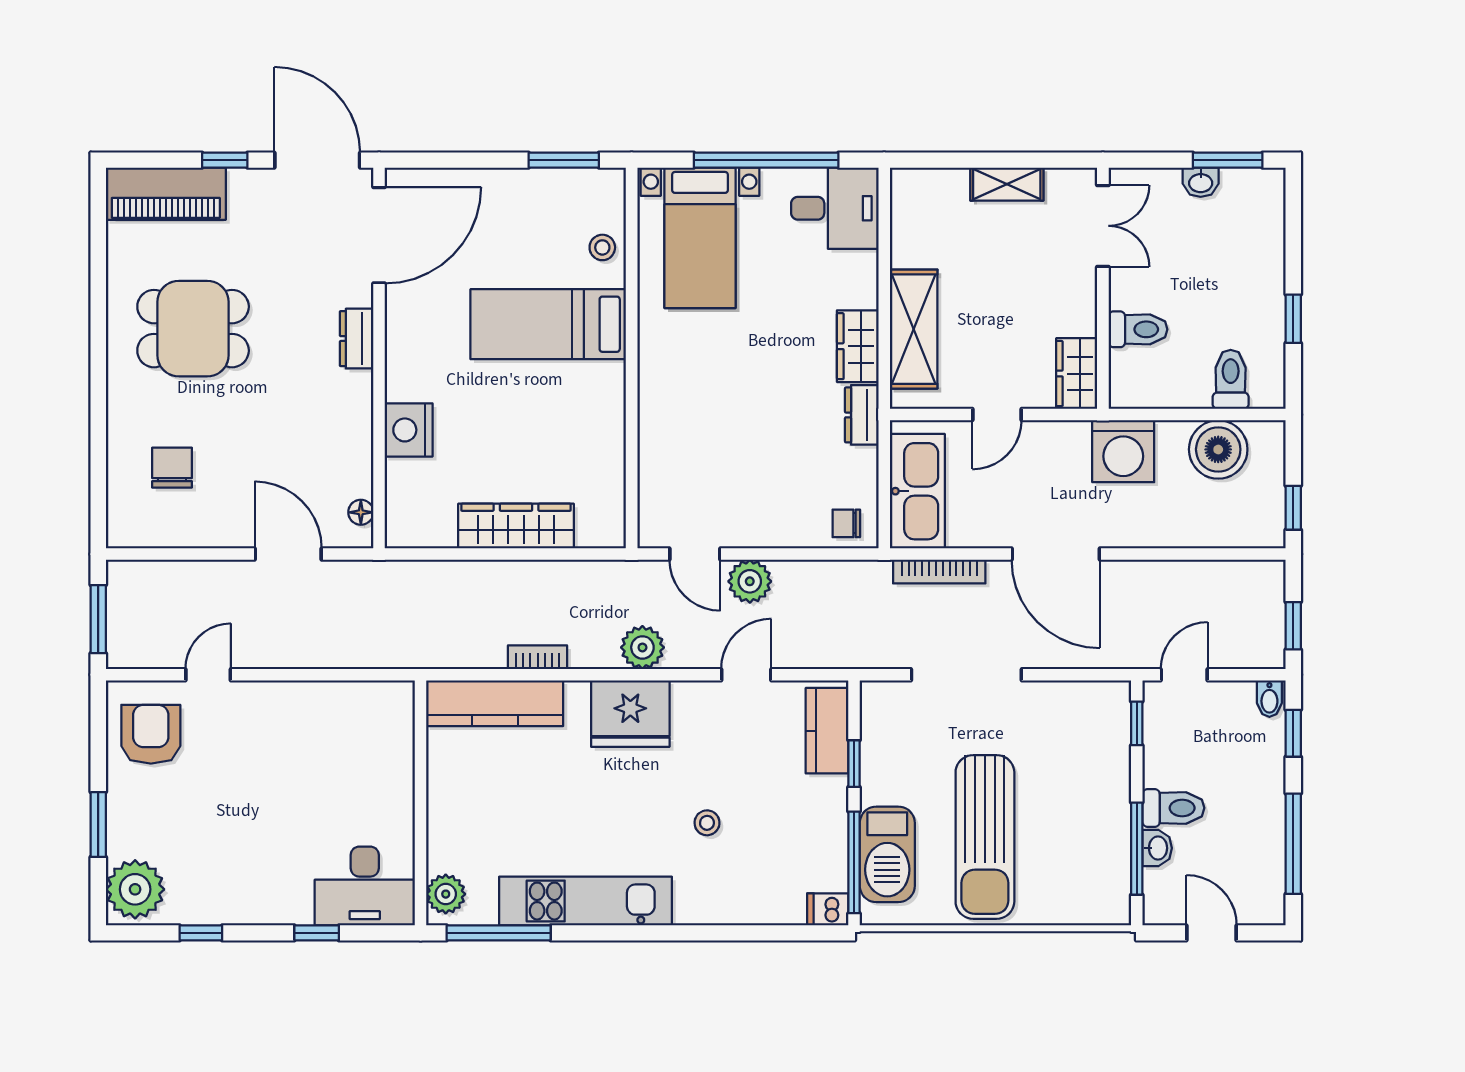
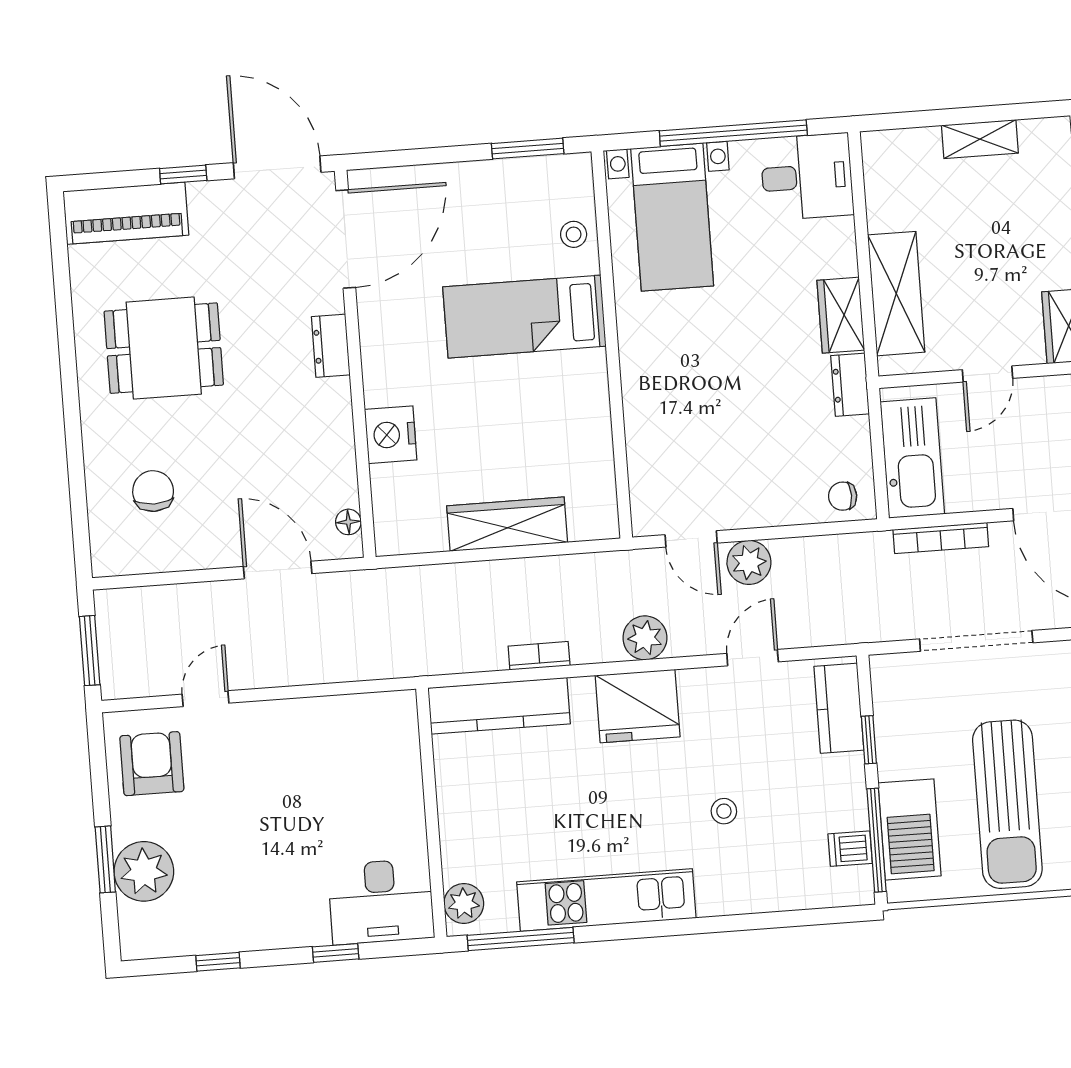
plant: (135, 889) -> (144, 871), moved
dishwasher: (828, 909) -> (850, 849), moved

